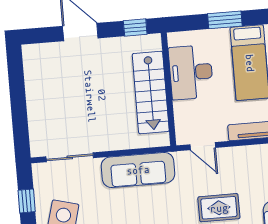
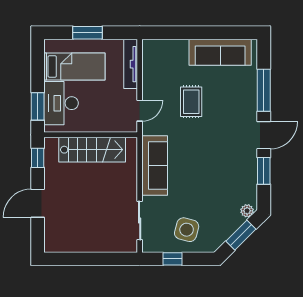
window: (225, 20) -> (38, 106), moved
desk: (191, 72) -> (61, 103), moved, turned 90

